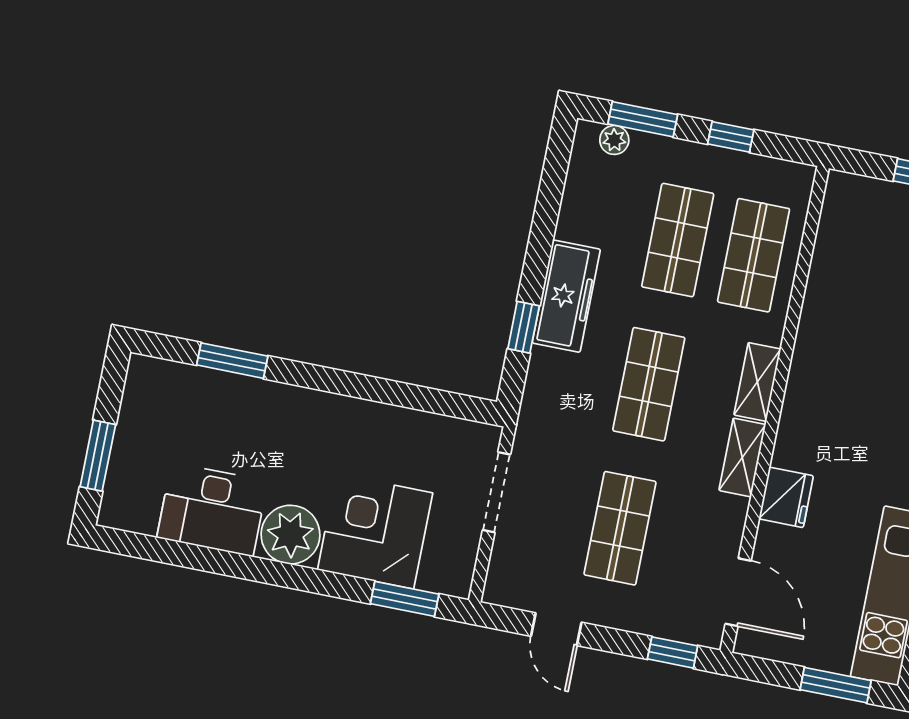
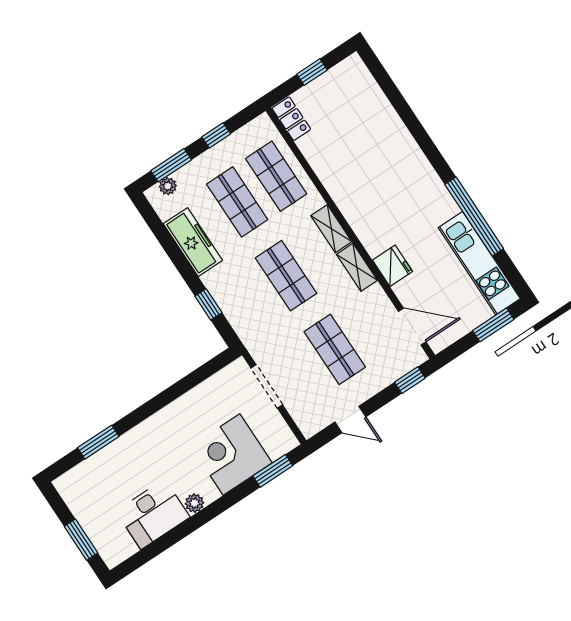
locker: (839, 205) -> (291, 119), added
freezer: (566, 296) -> (193, 242), moved
plant: (290, 535) -> (194, 503), width x0.53, depth x0.53

